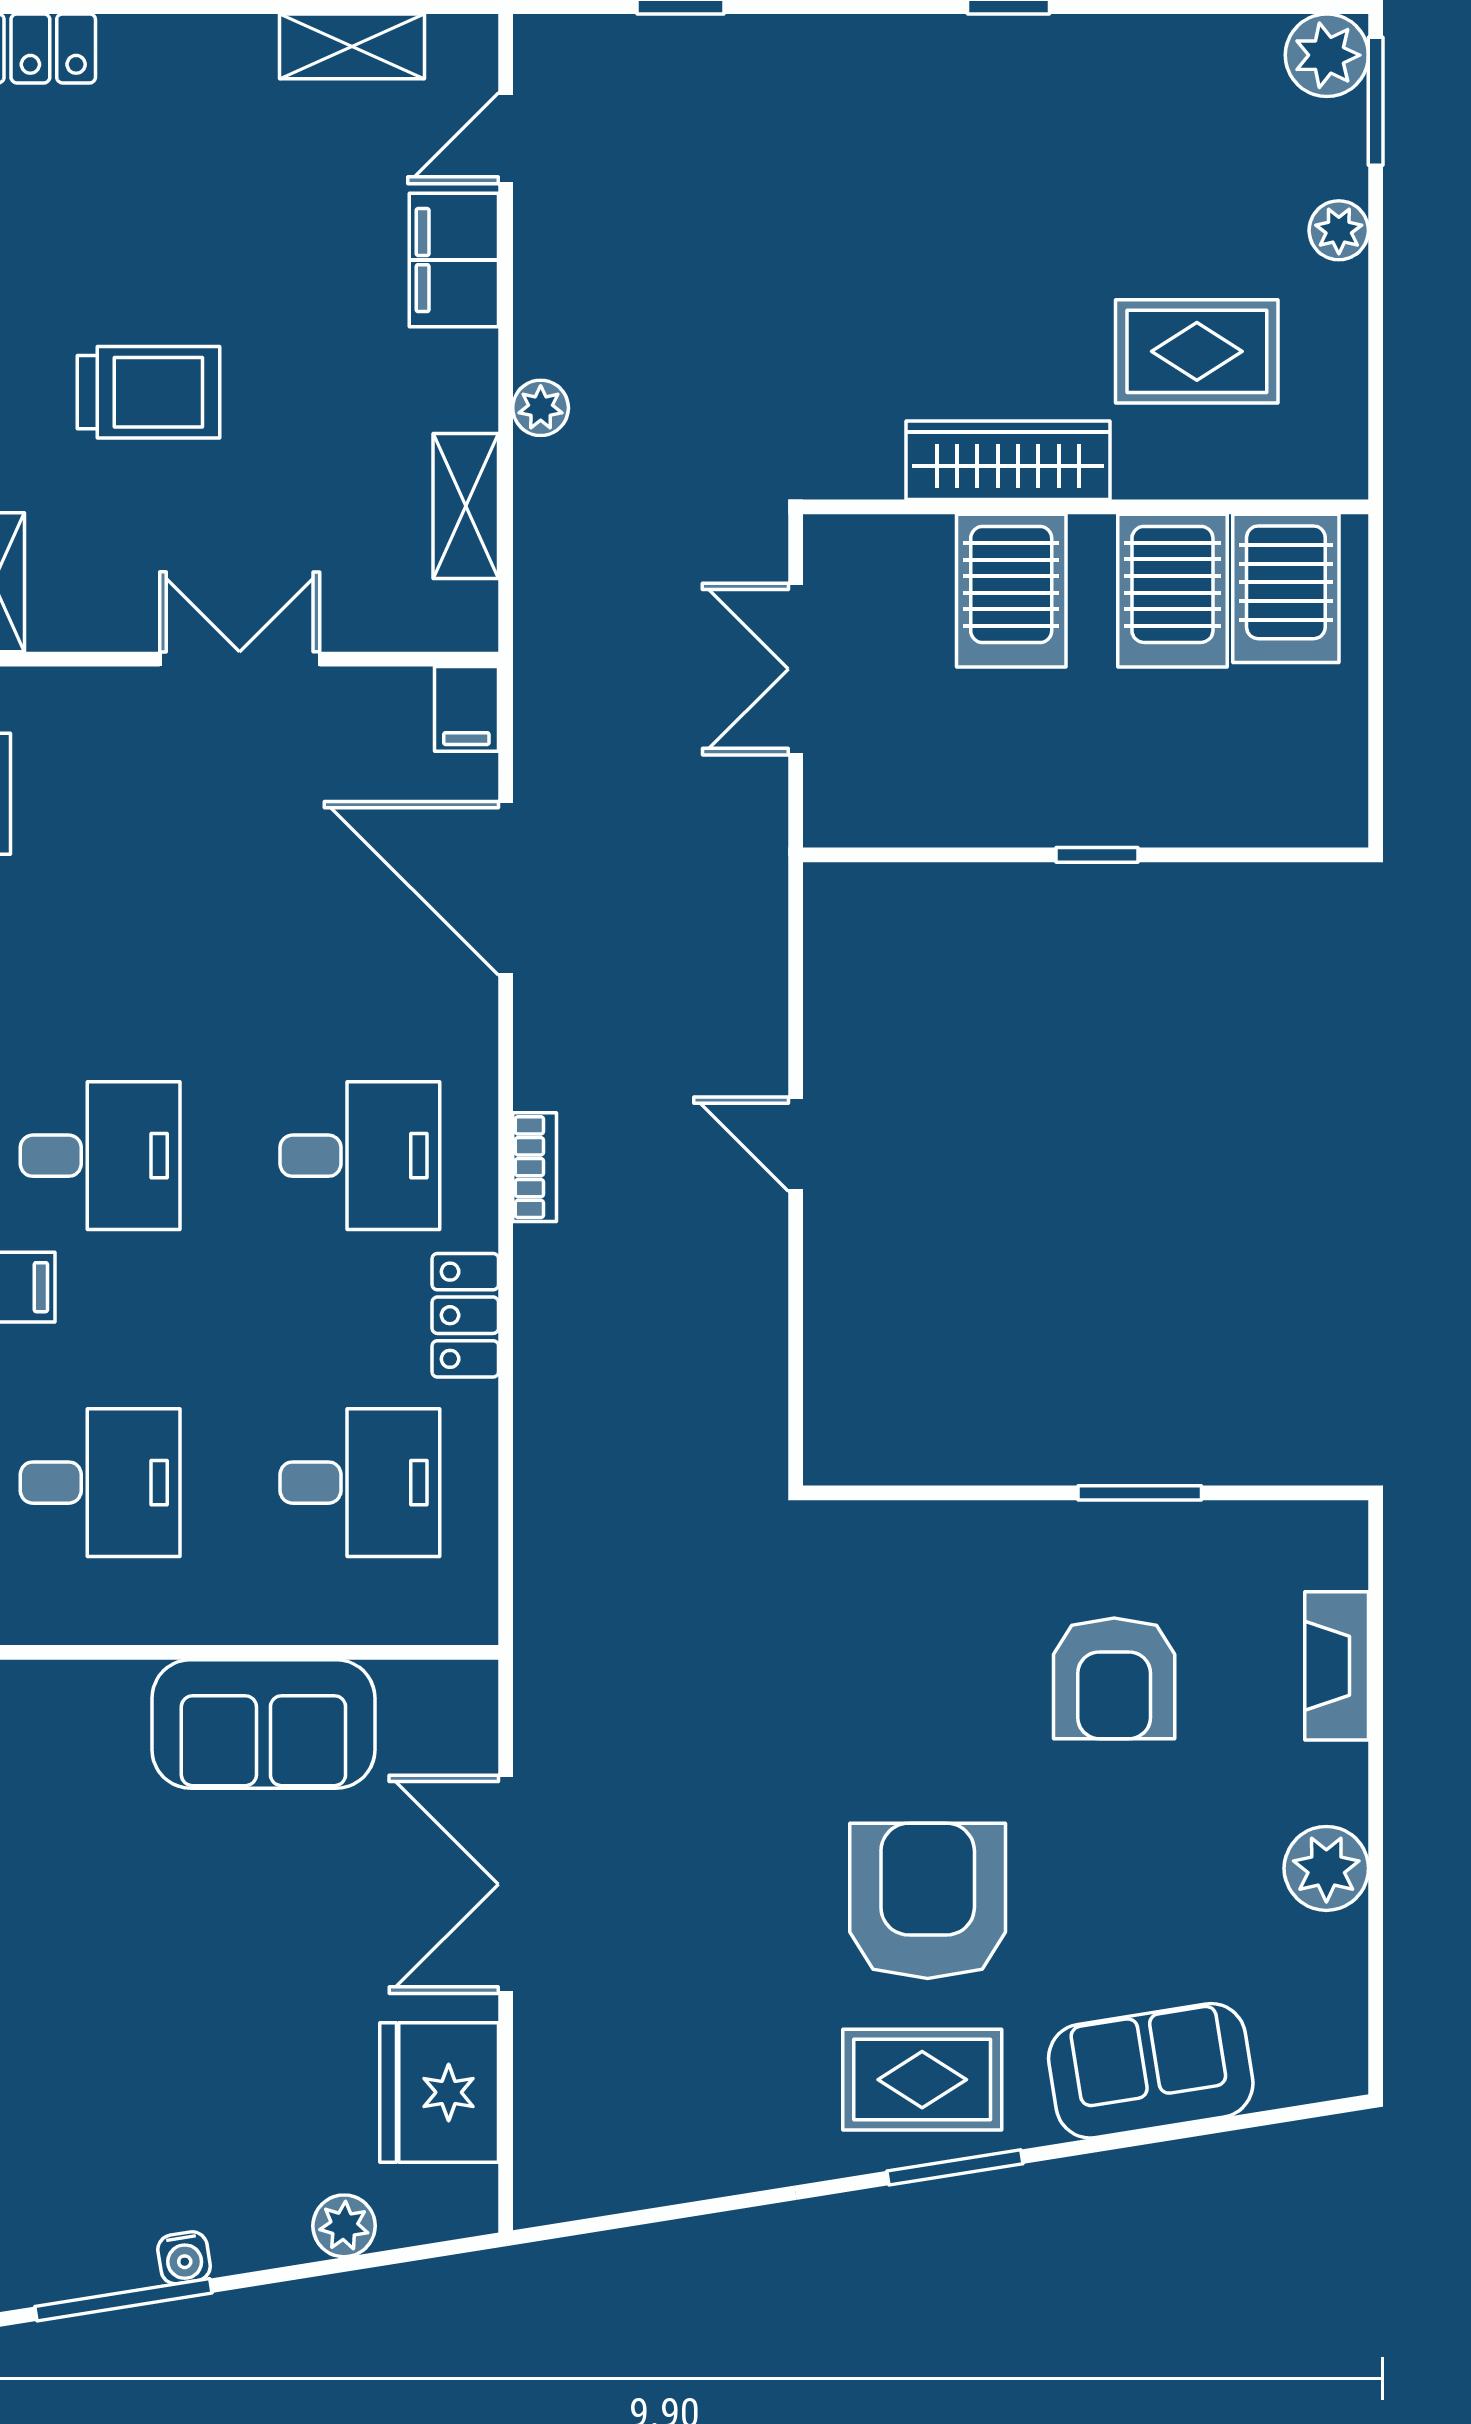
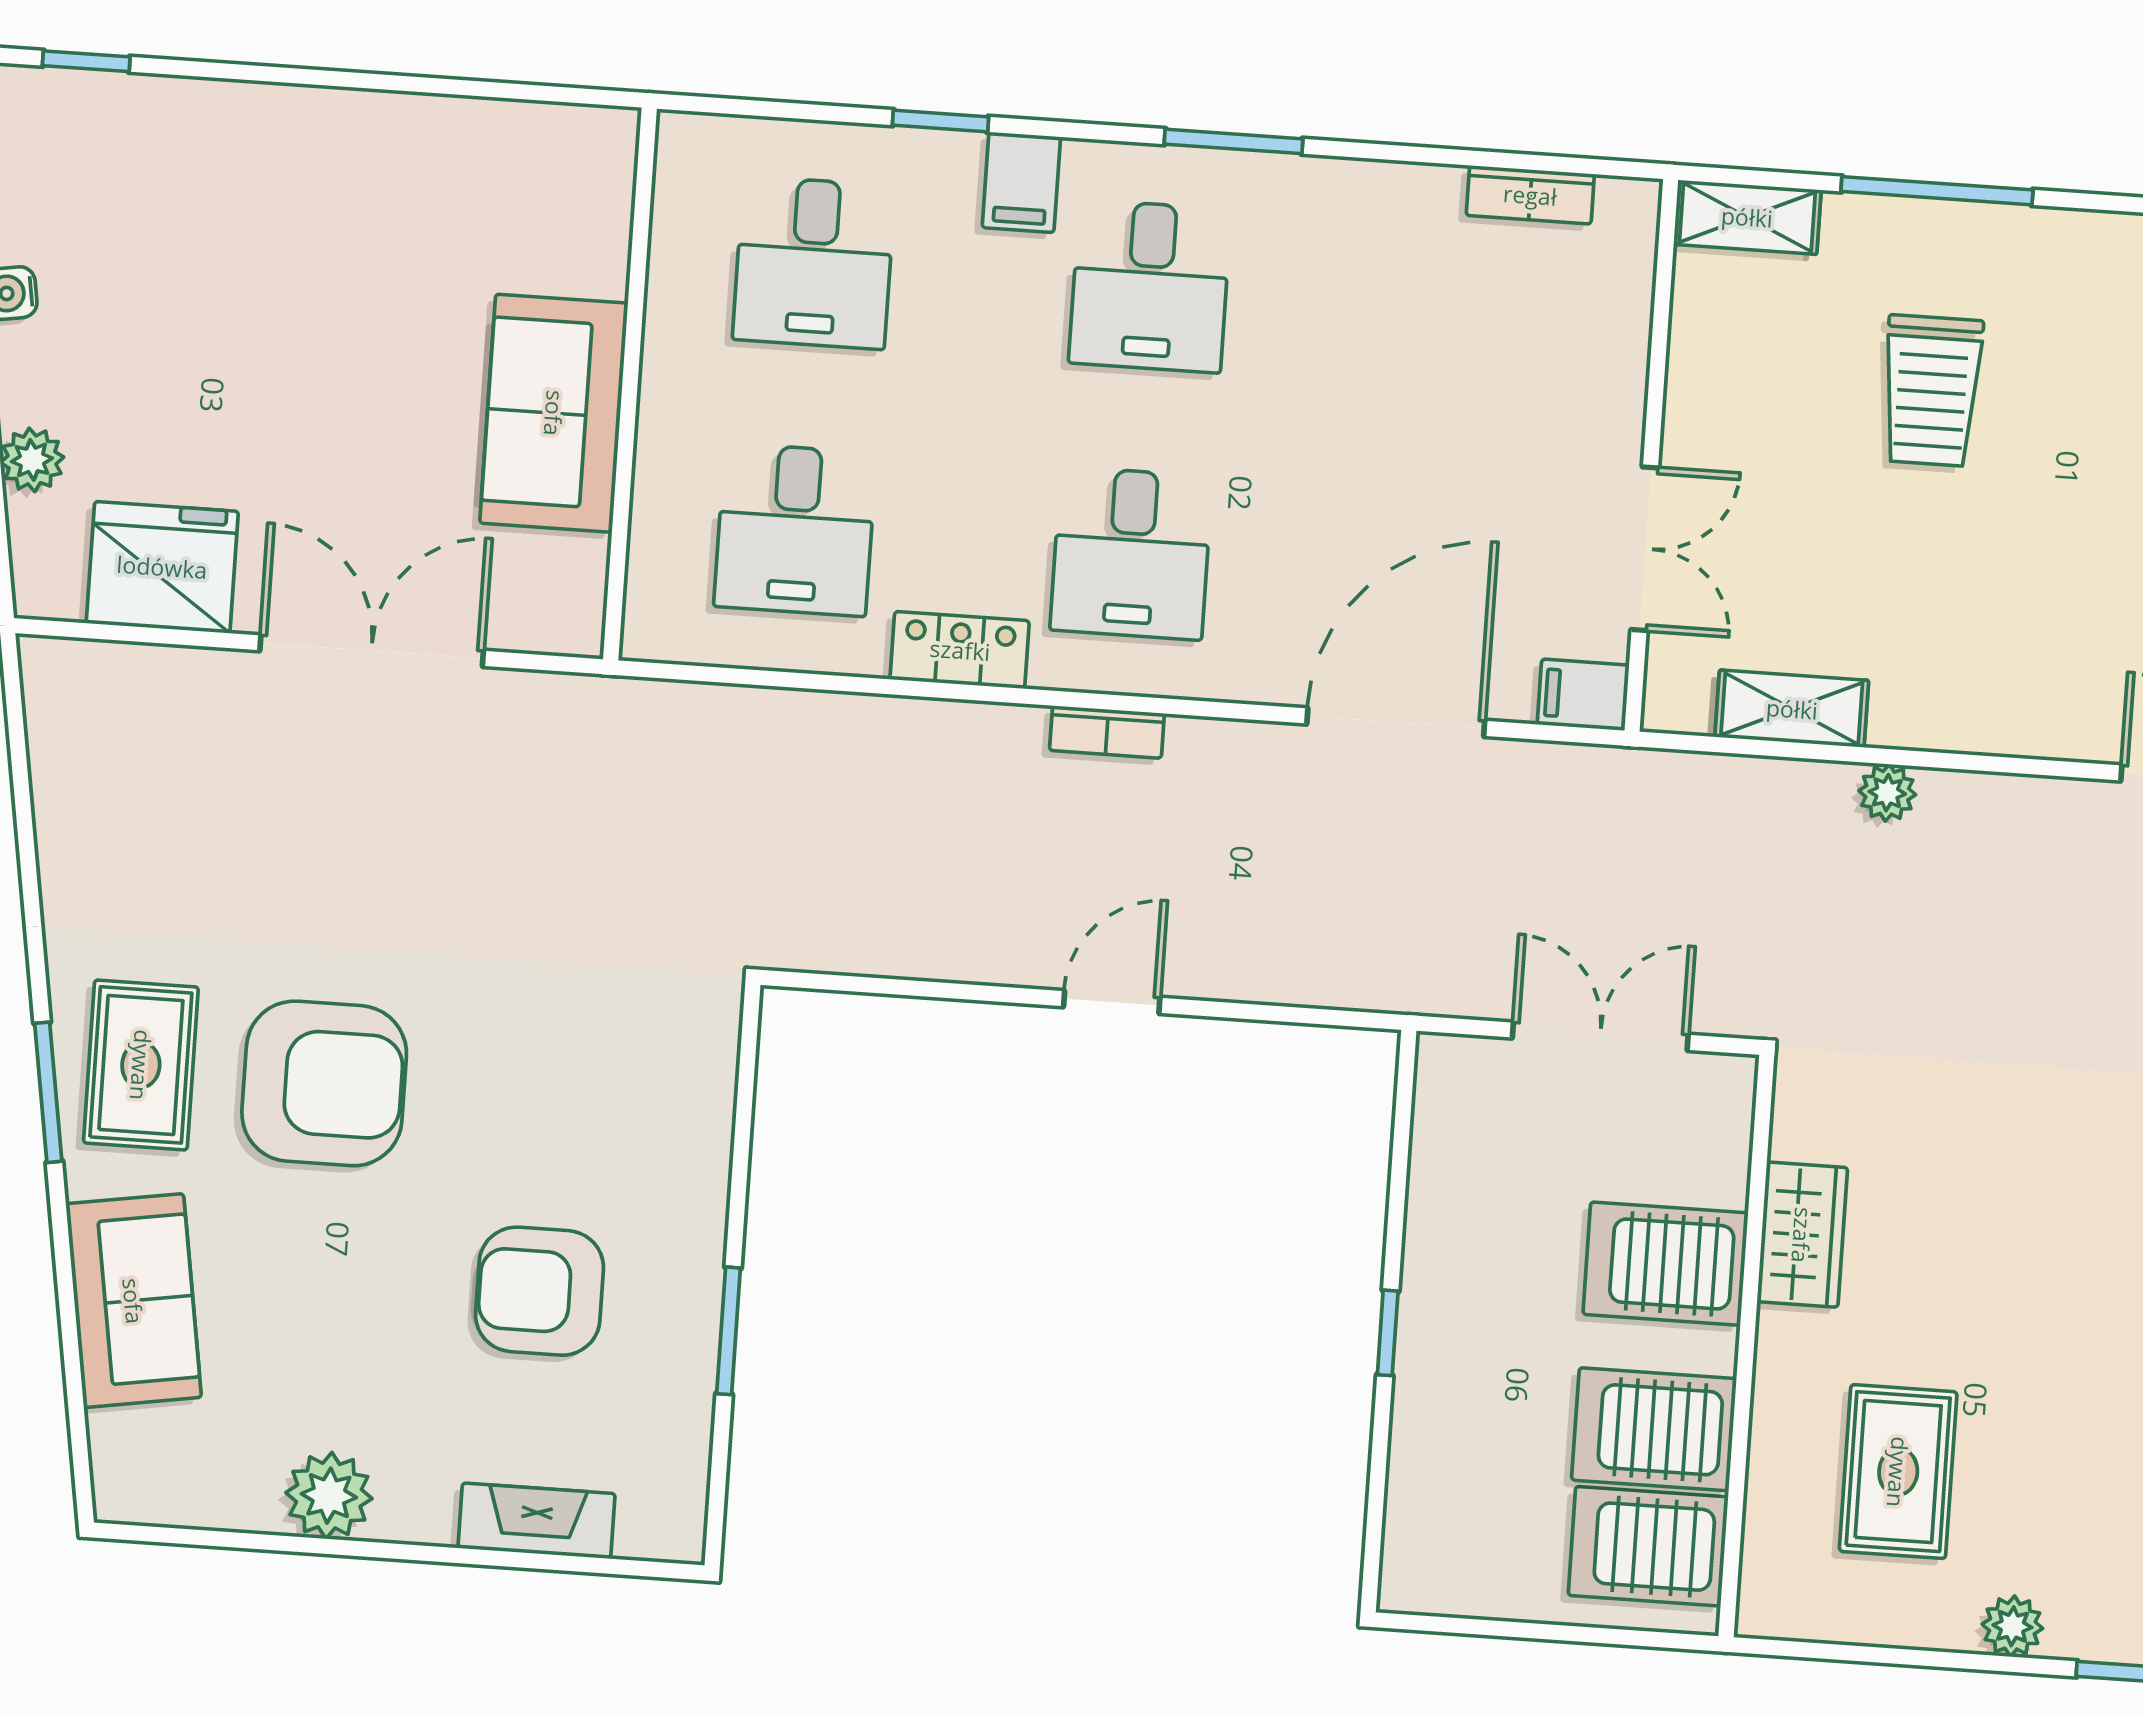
filing cabinet: (454, 260) -> (2046, 714), removed
wardrobe: (1008, 460) -> (1802, 1235), width x0.67
double door: (240, 659) -> (1645, 549), moved

